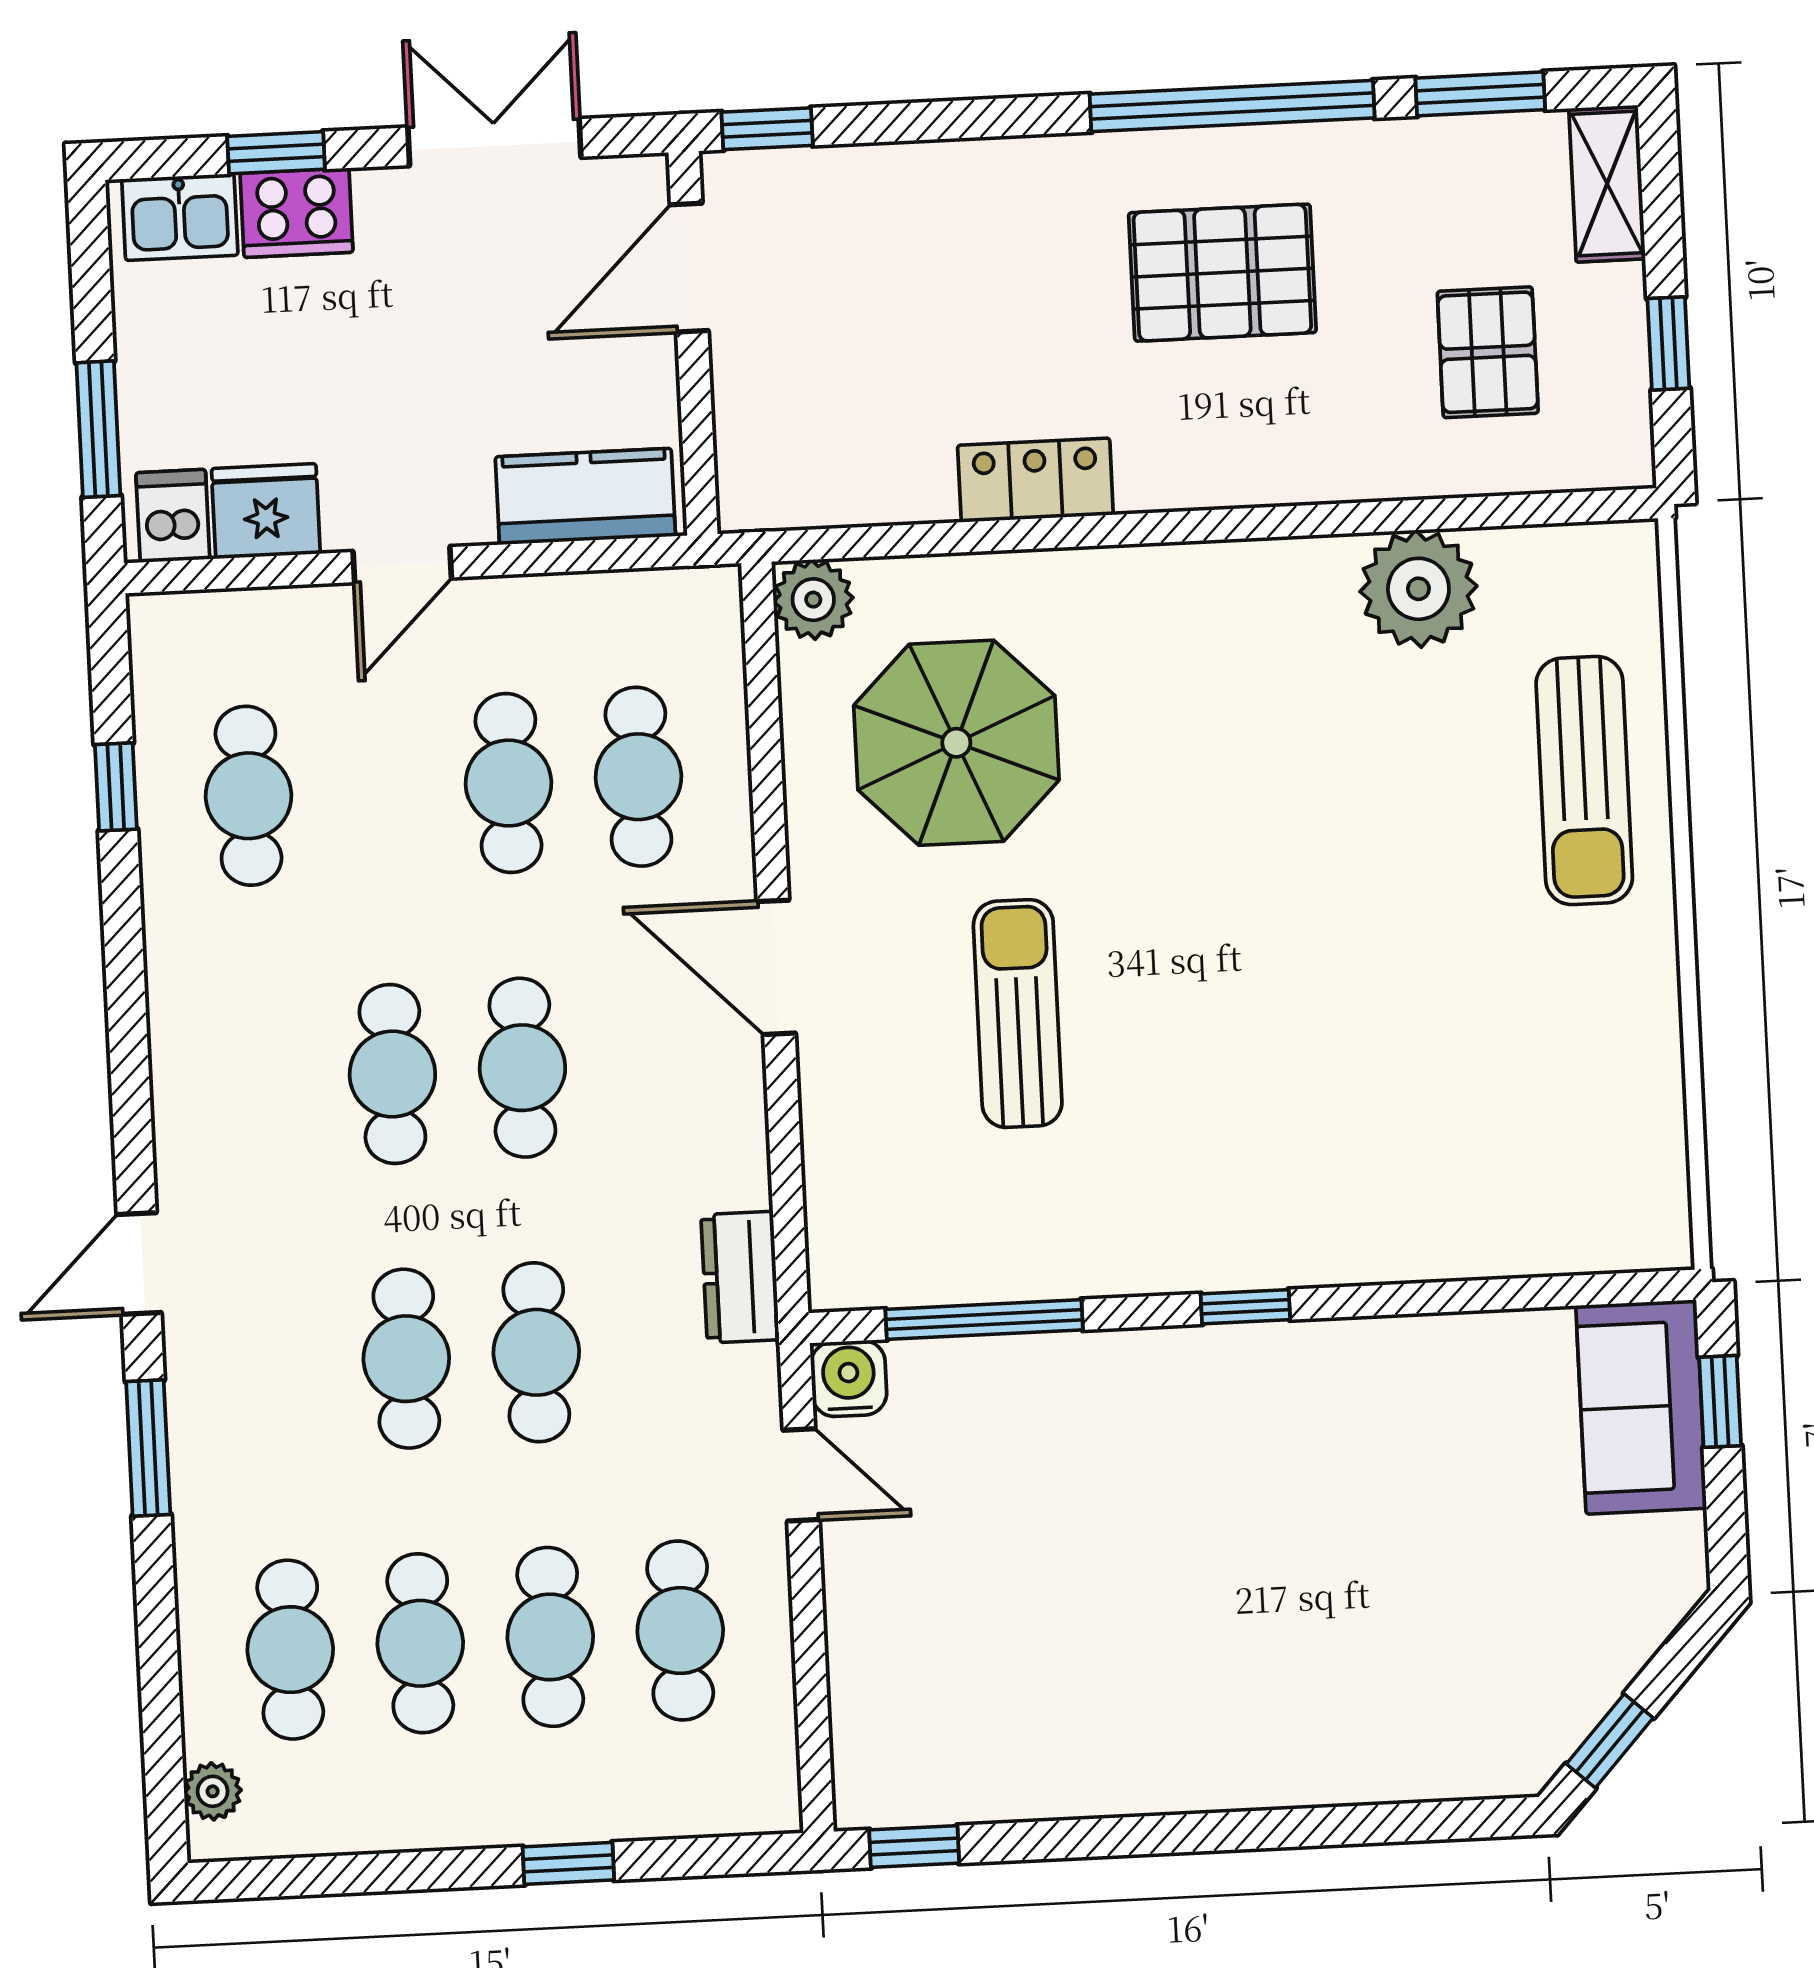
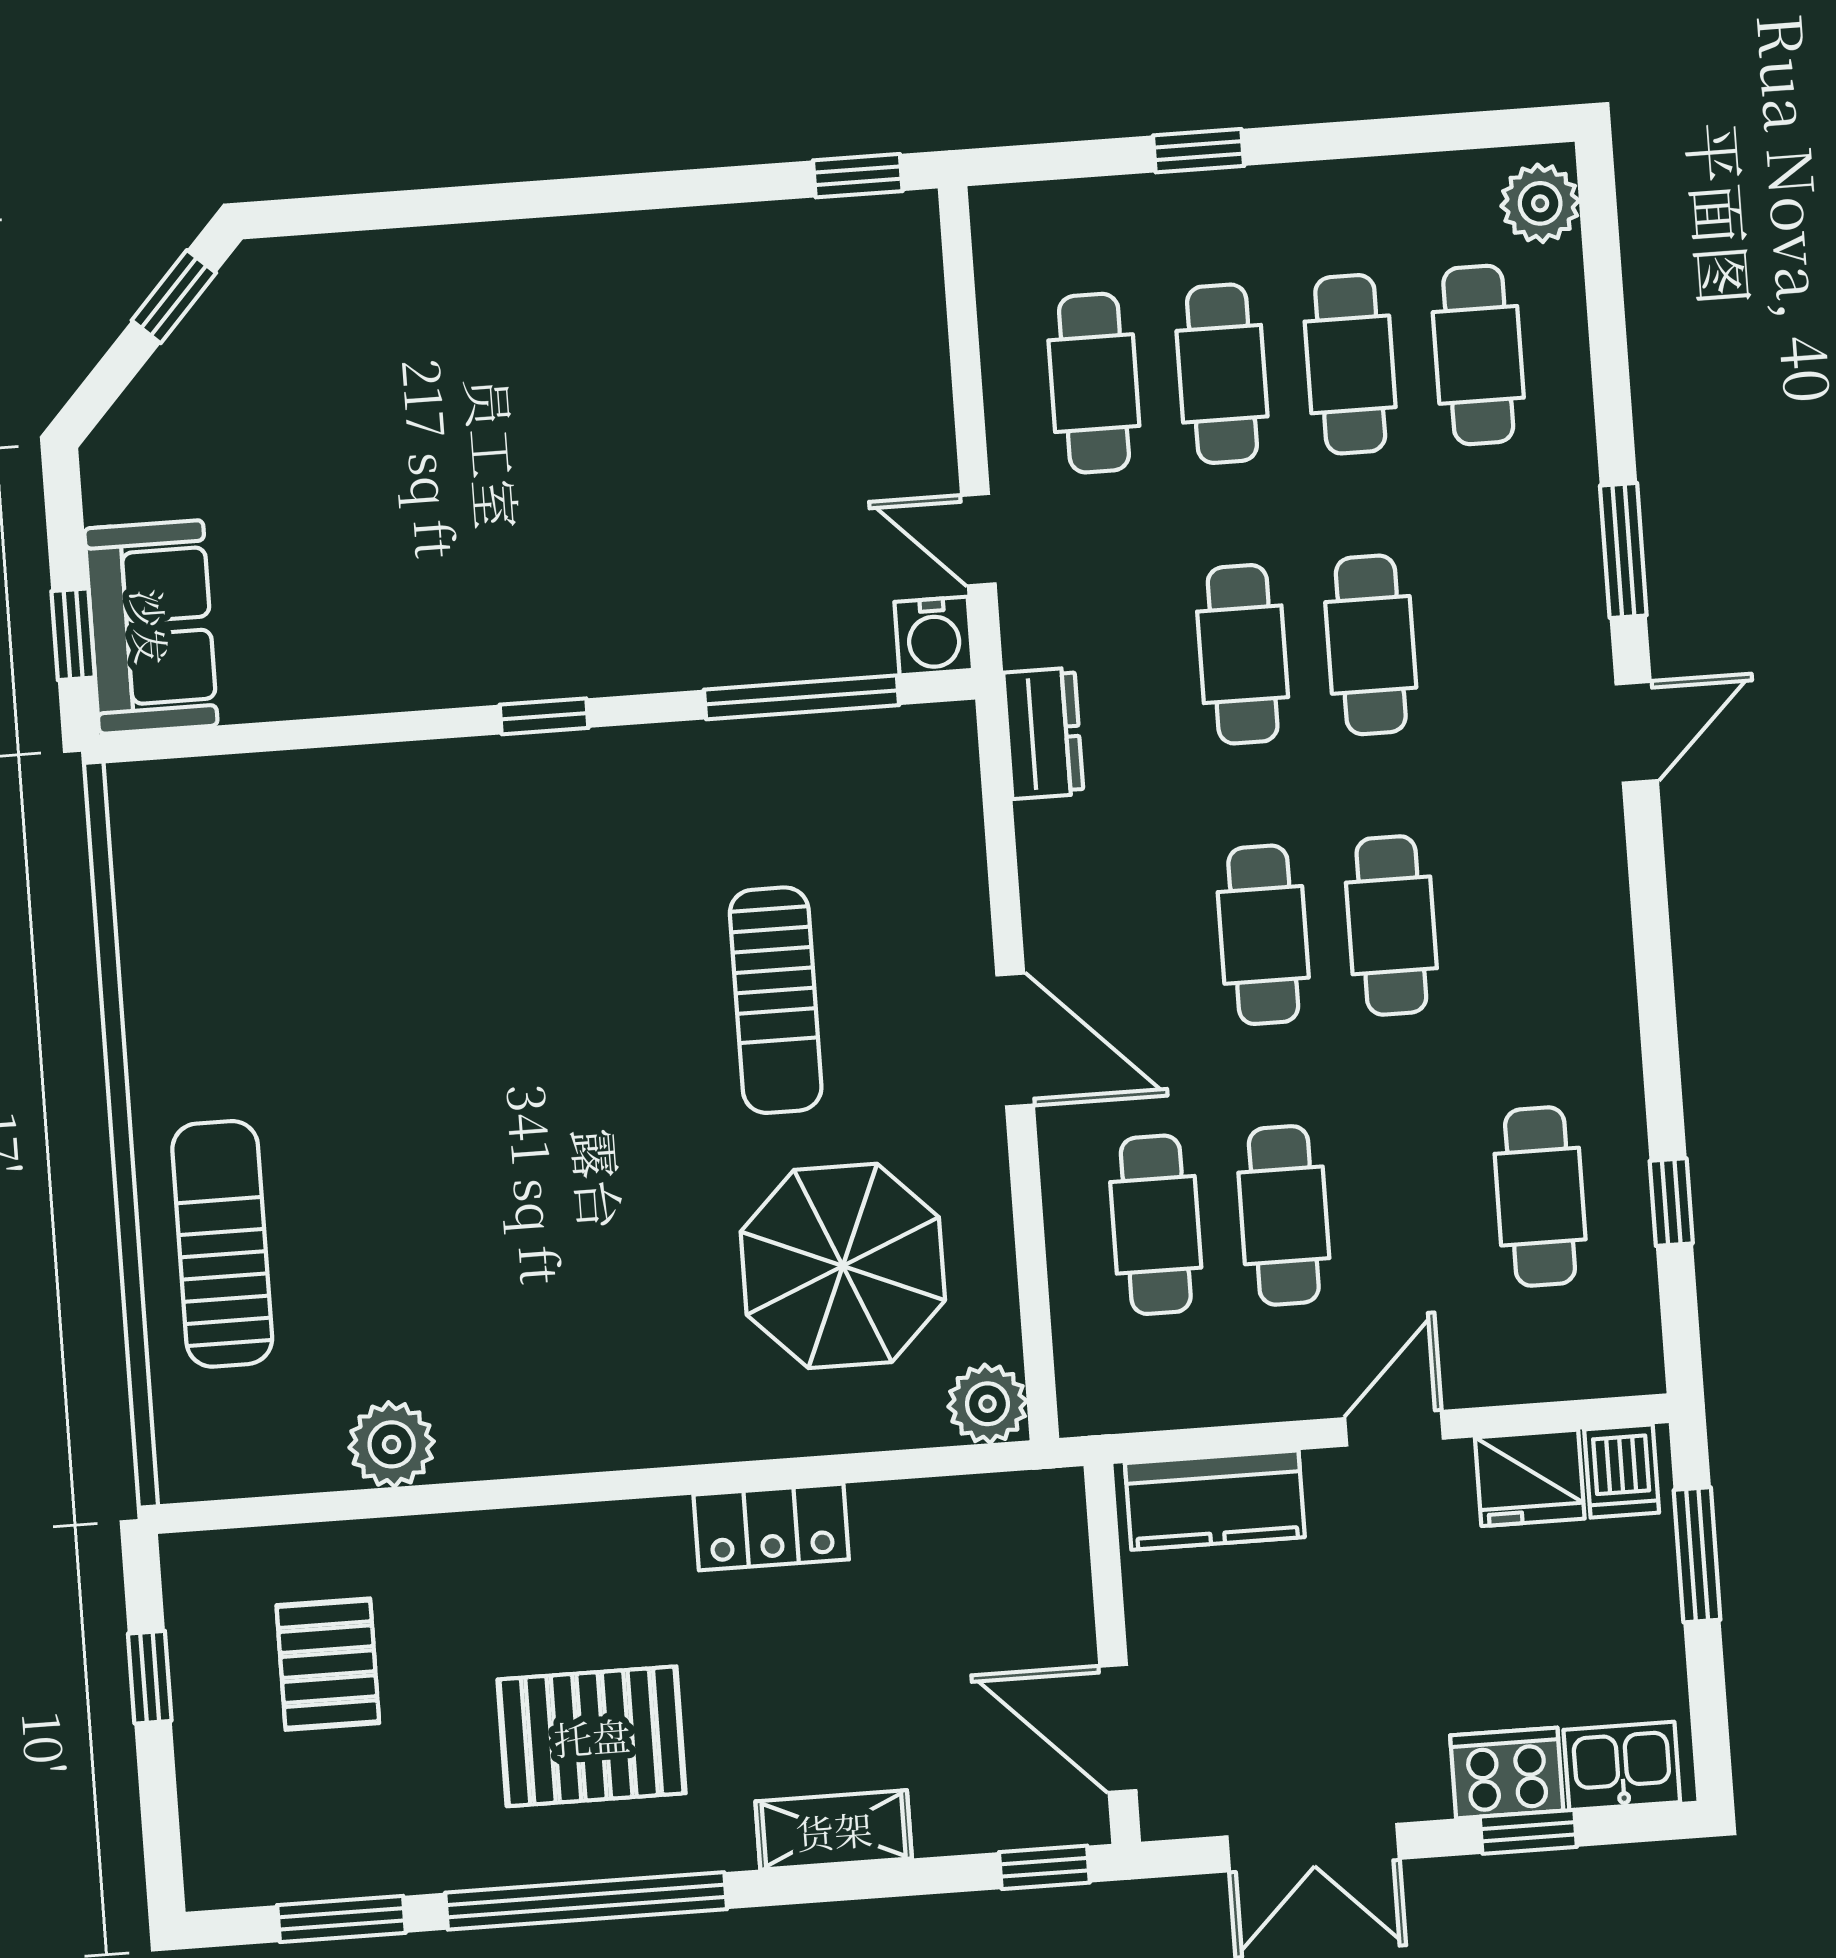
shelving: (1607, 184) -> (834, 1830), moved, turned 90
door: (689, 268) -> (1118, 1728), swing flipped
plant: (1418, 589) -> (392, 1444), width x0.73, depth x0.73
plant: (213, 1791) -> (1540, 203), width x1.38, depth x1.38

